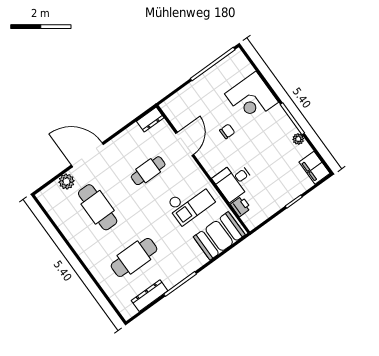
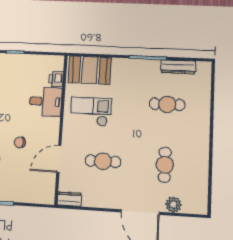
cafe table: (98, 207) -> (165, 165), width x0.73, depth x0.74
cafe table: (134, 257) -> (167, 104), width x0.73, depth x0.74

